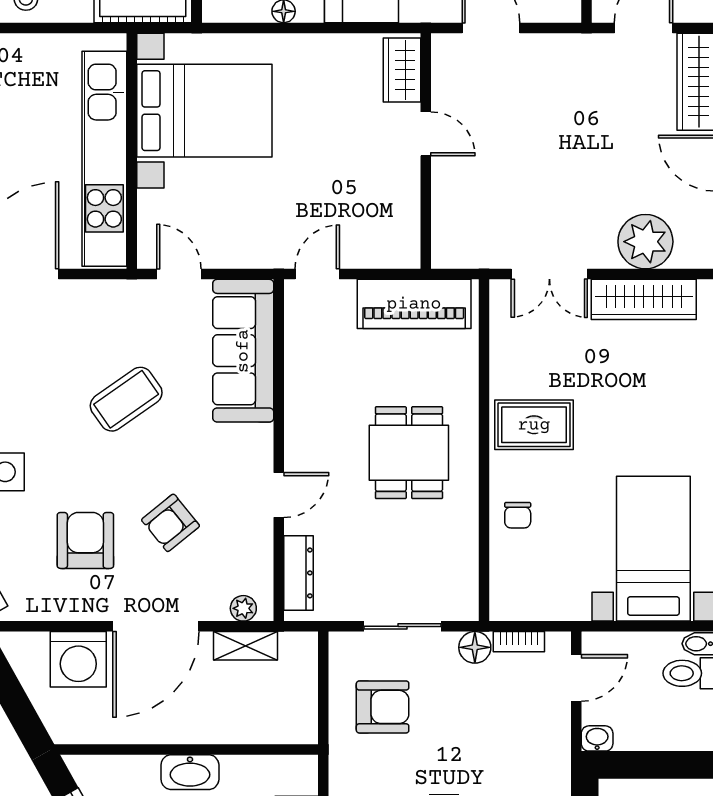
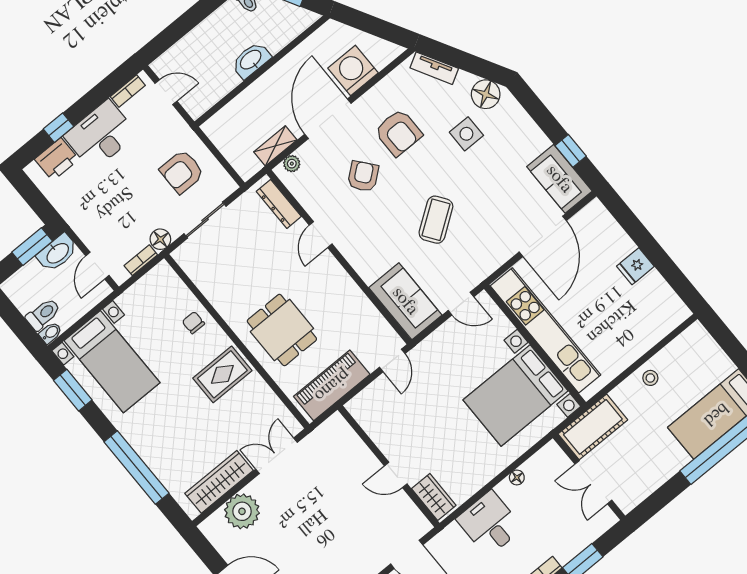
sofa: (243, 351) -> (405, 301), width x0.73
dining table: (409, 453) -> (282, 330), moved
washbasin: (597, 738) -> (57, 253), width x1.91, depth x1.45
window: (635, 765) -> (32, 247), added

